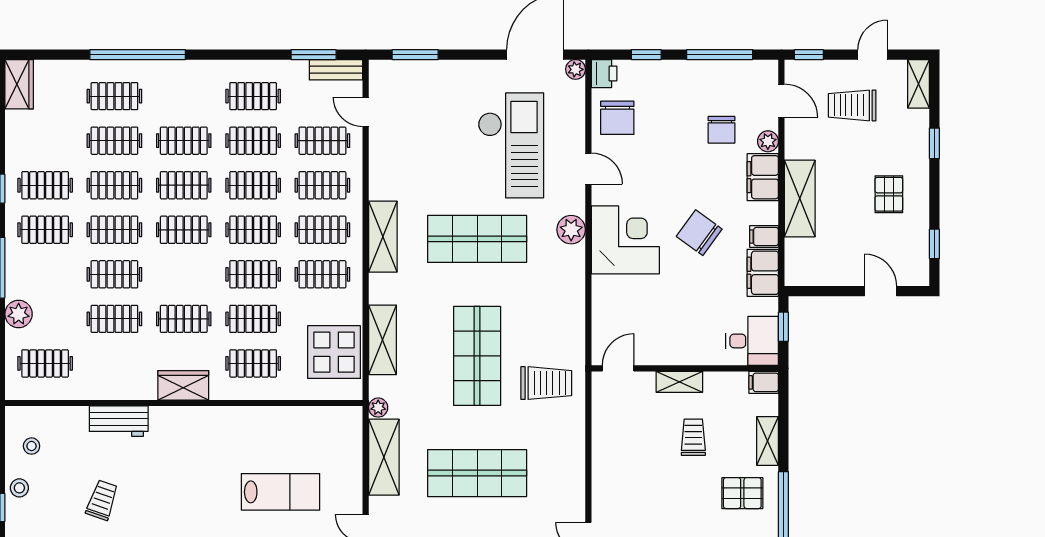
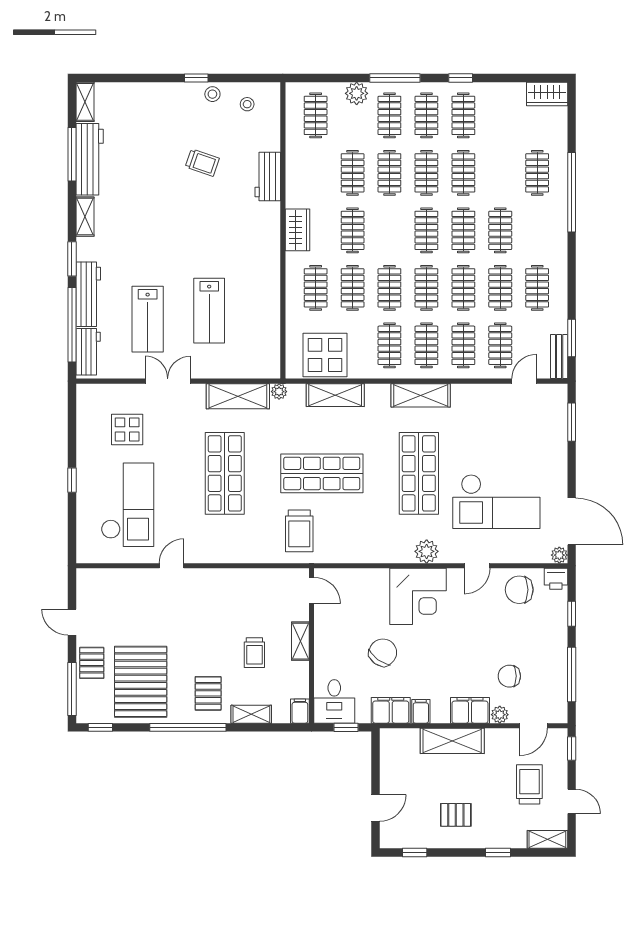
clothes rail: (114, 141) -> (389, 115), moved
chair: (699, 233) -> (383, 653), moved
trolley: (693, 437) -> (254, 653), turned 90

